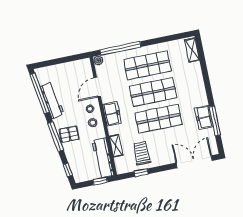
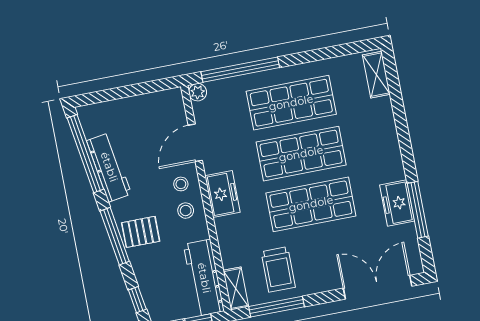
shelving: (116, 146) -> (236, 288), moved
trolley: (142, 153) -> (278, 269), turned 180
window: (141, 173) -> (277, 307), width x2.17

